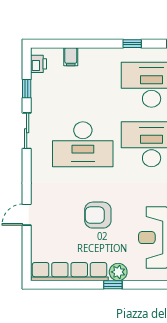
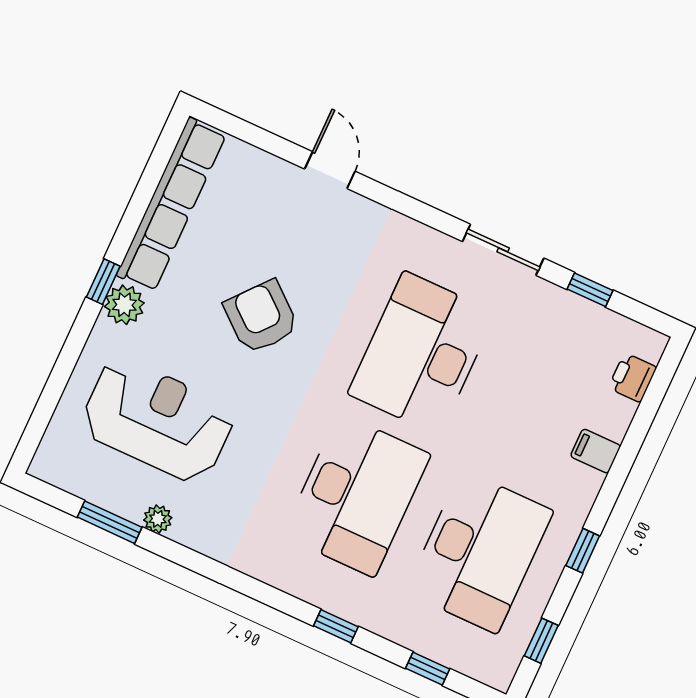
filing cabinet: (71, 57) -> (596, 451), moved
printer: (38, 64) -> (633, 378), moved, turned 90
armchair: (98, 215) -> (261, 317), turned -50

